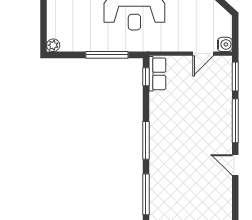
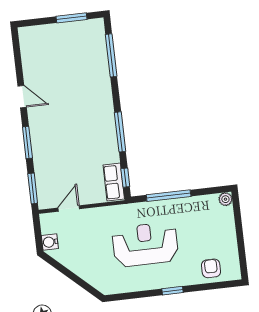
water cooler: (225, 44) -> (50, 242), moved
window: (235, 121) -> (27, 143), width x0.69
window: (146, 140) -> (120, 132), moved

